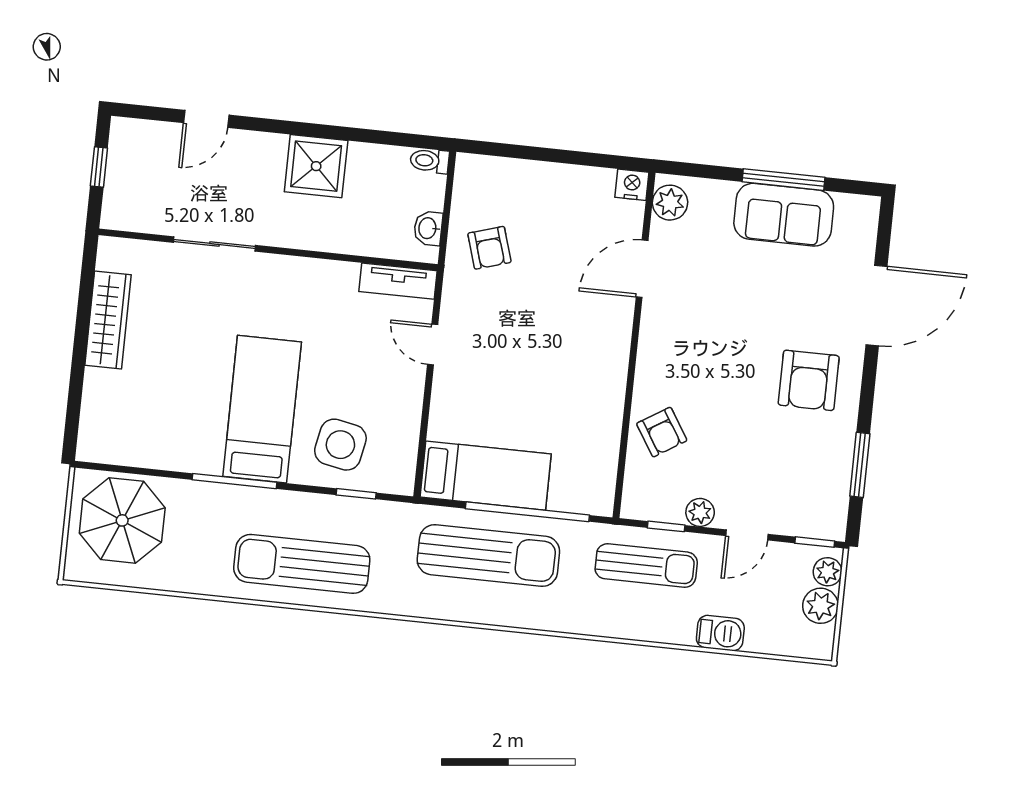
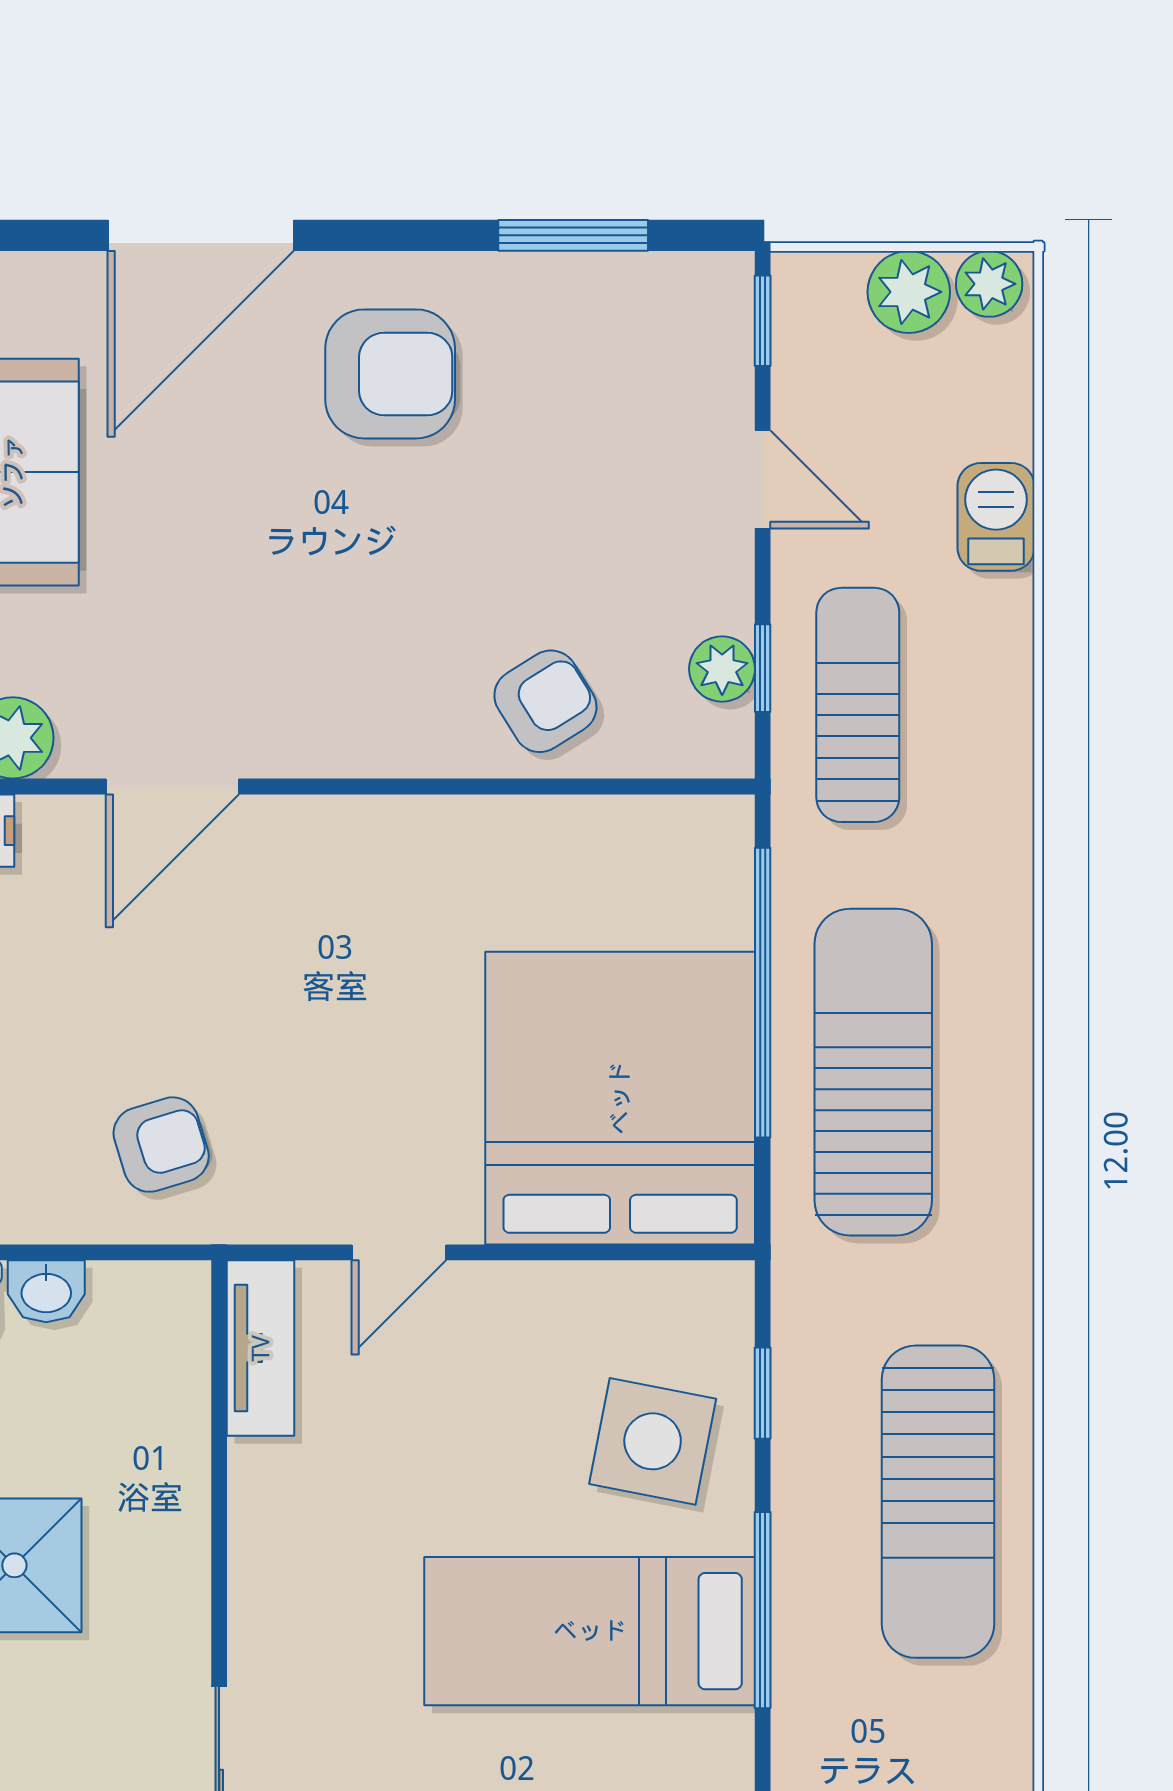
washbasin: (428, 228) -> (46, 1291), moved
door: (642, 269) -> (172, 787), hinge flipped
door: (877, 306) -> (201, 235), swing flipped
bed: (486, 476) -> (620, 1098), width x2.04
window: (234, 481) -> (763, 1610), moved
plant: (700, 512) -> (722, 669), moved
plant: (828, 572) -> (989, 284), moved

